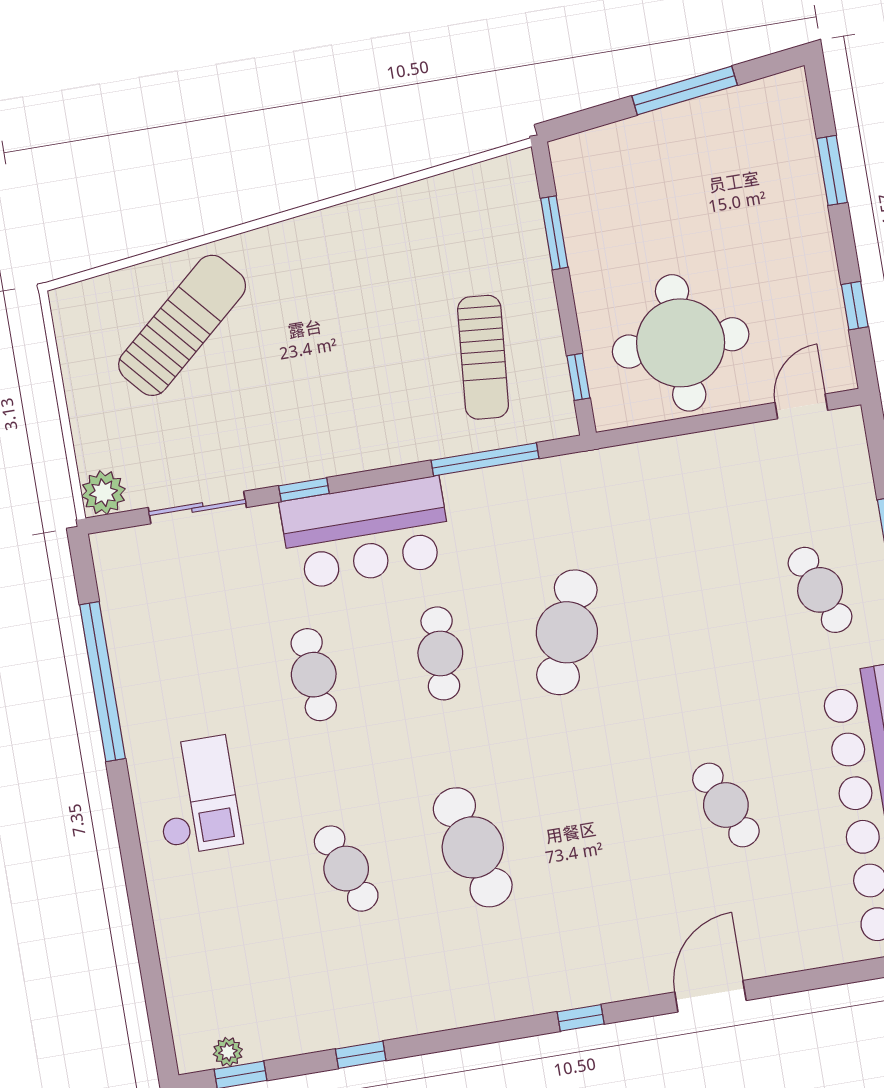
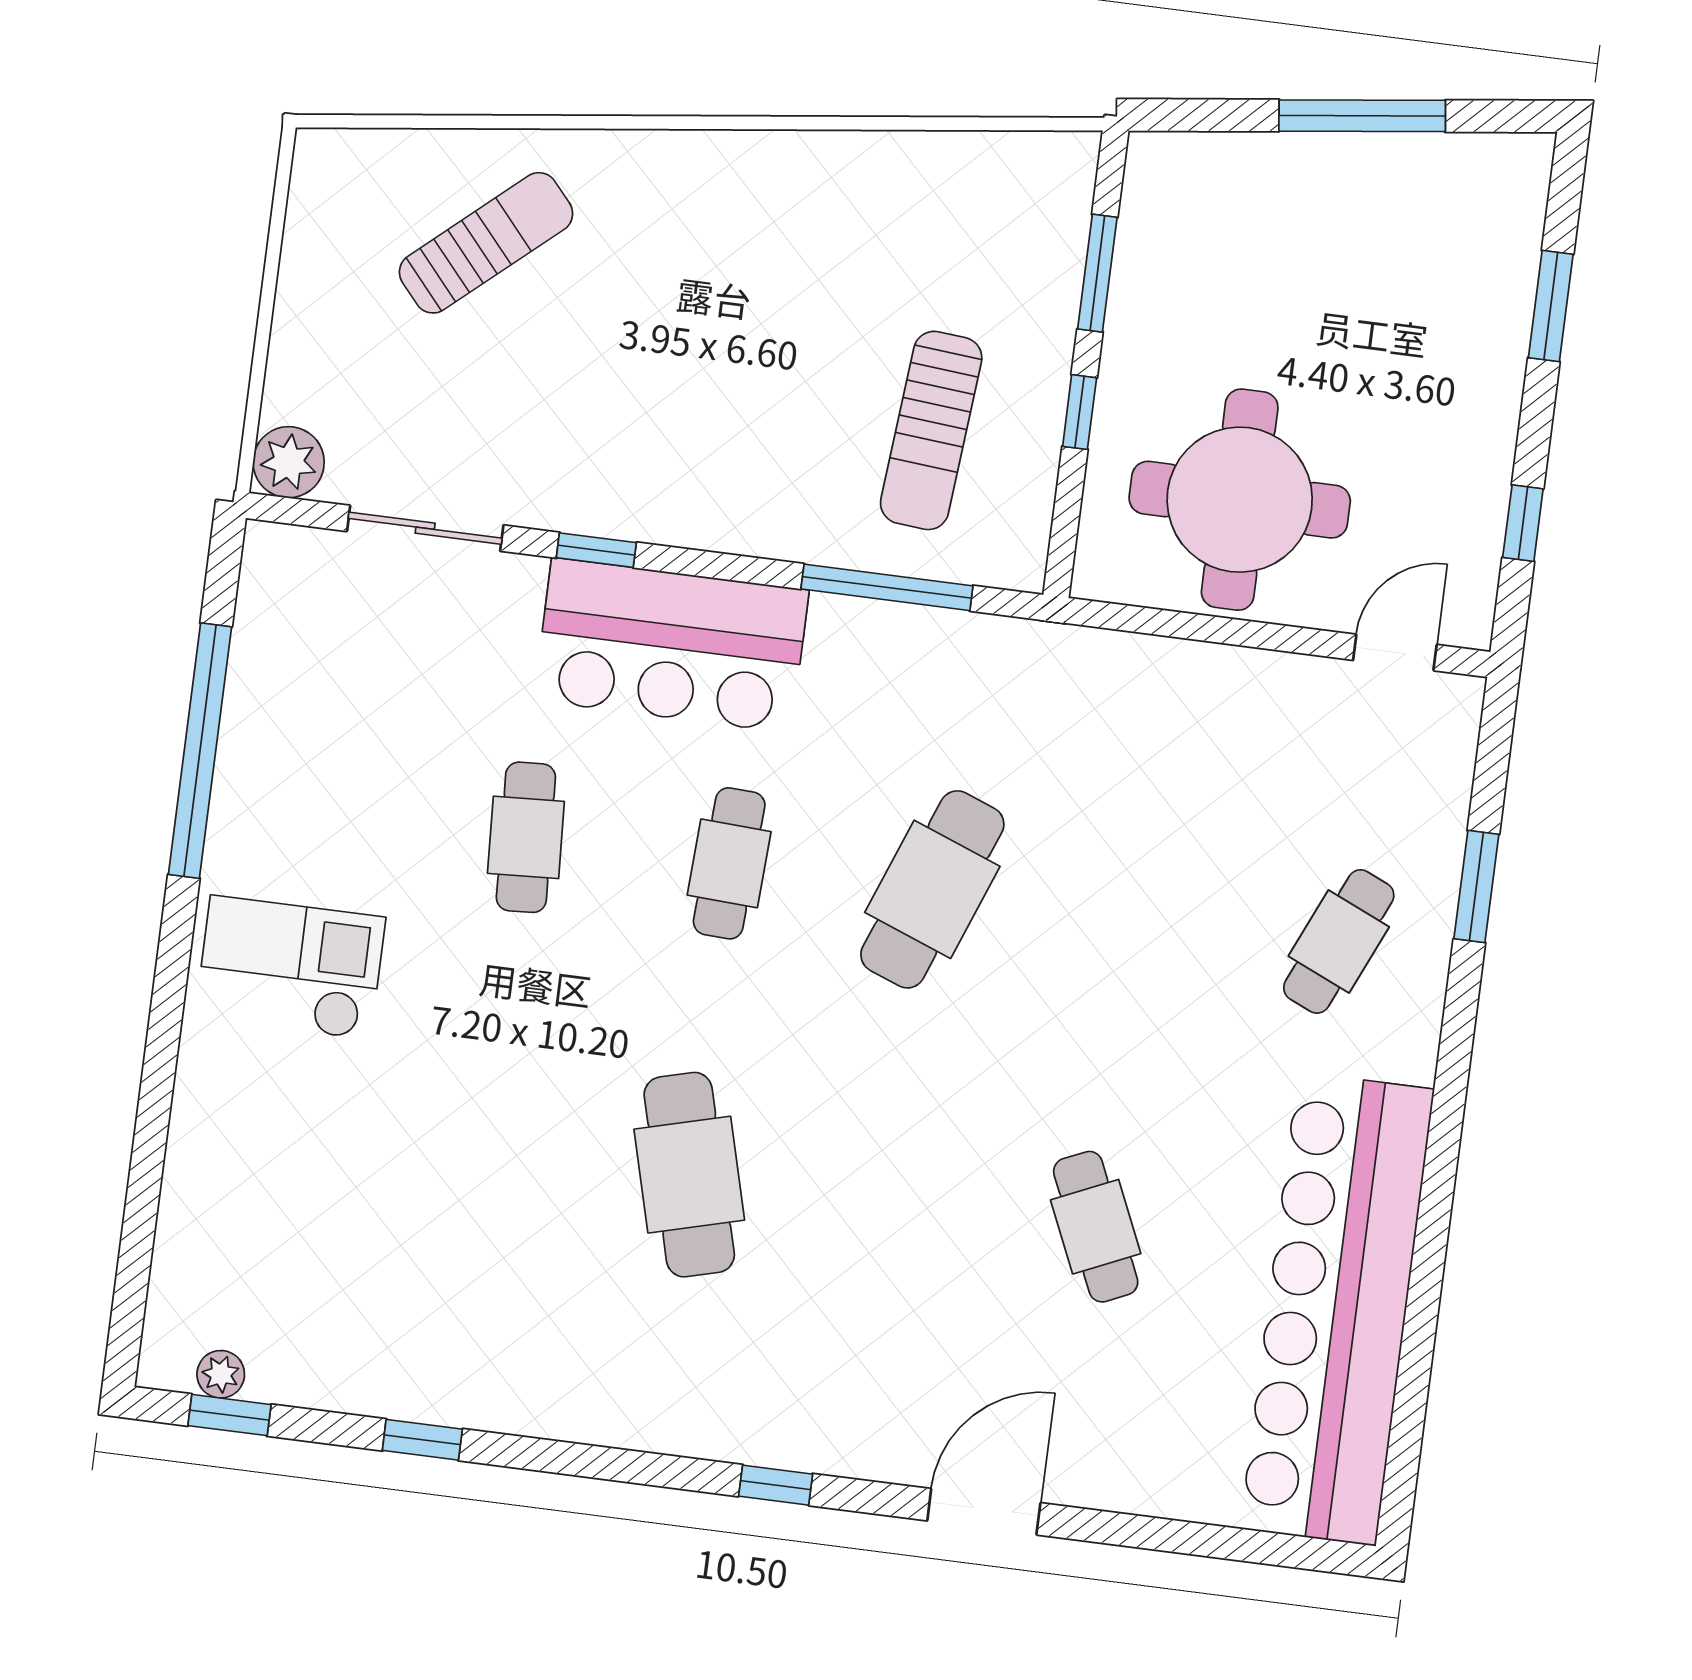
sun lounger: (182, 325) -> (486, 243), width x0.73, depth x0.75
window: (578, 377) -> (1080, 412), moved
cafe table: (820, 590) -> (1339, 941), turned 45
checkout: (196, 796) -> (290, 968), turned -90
cafe table: (346, 869) -> (486, 1149), removed

